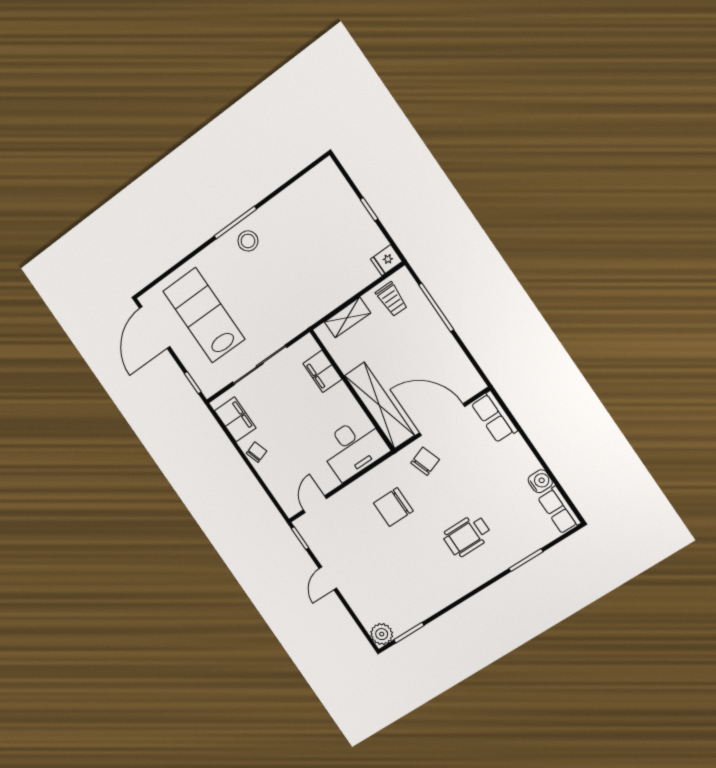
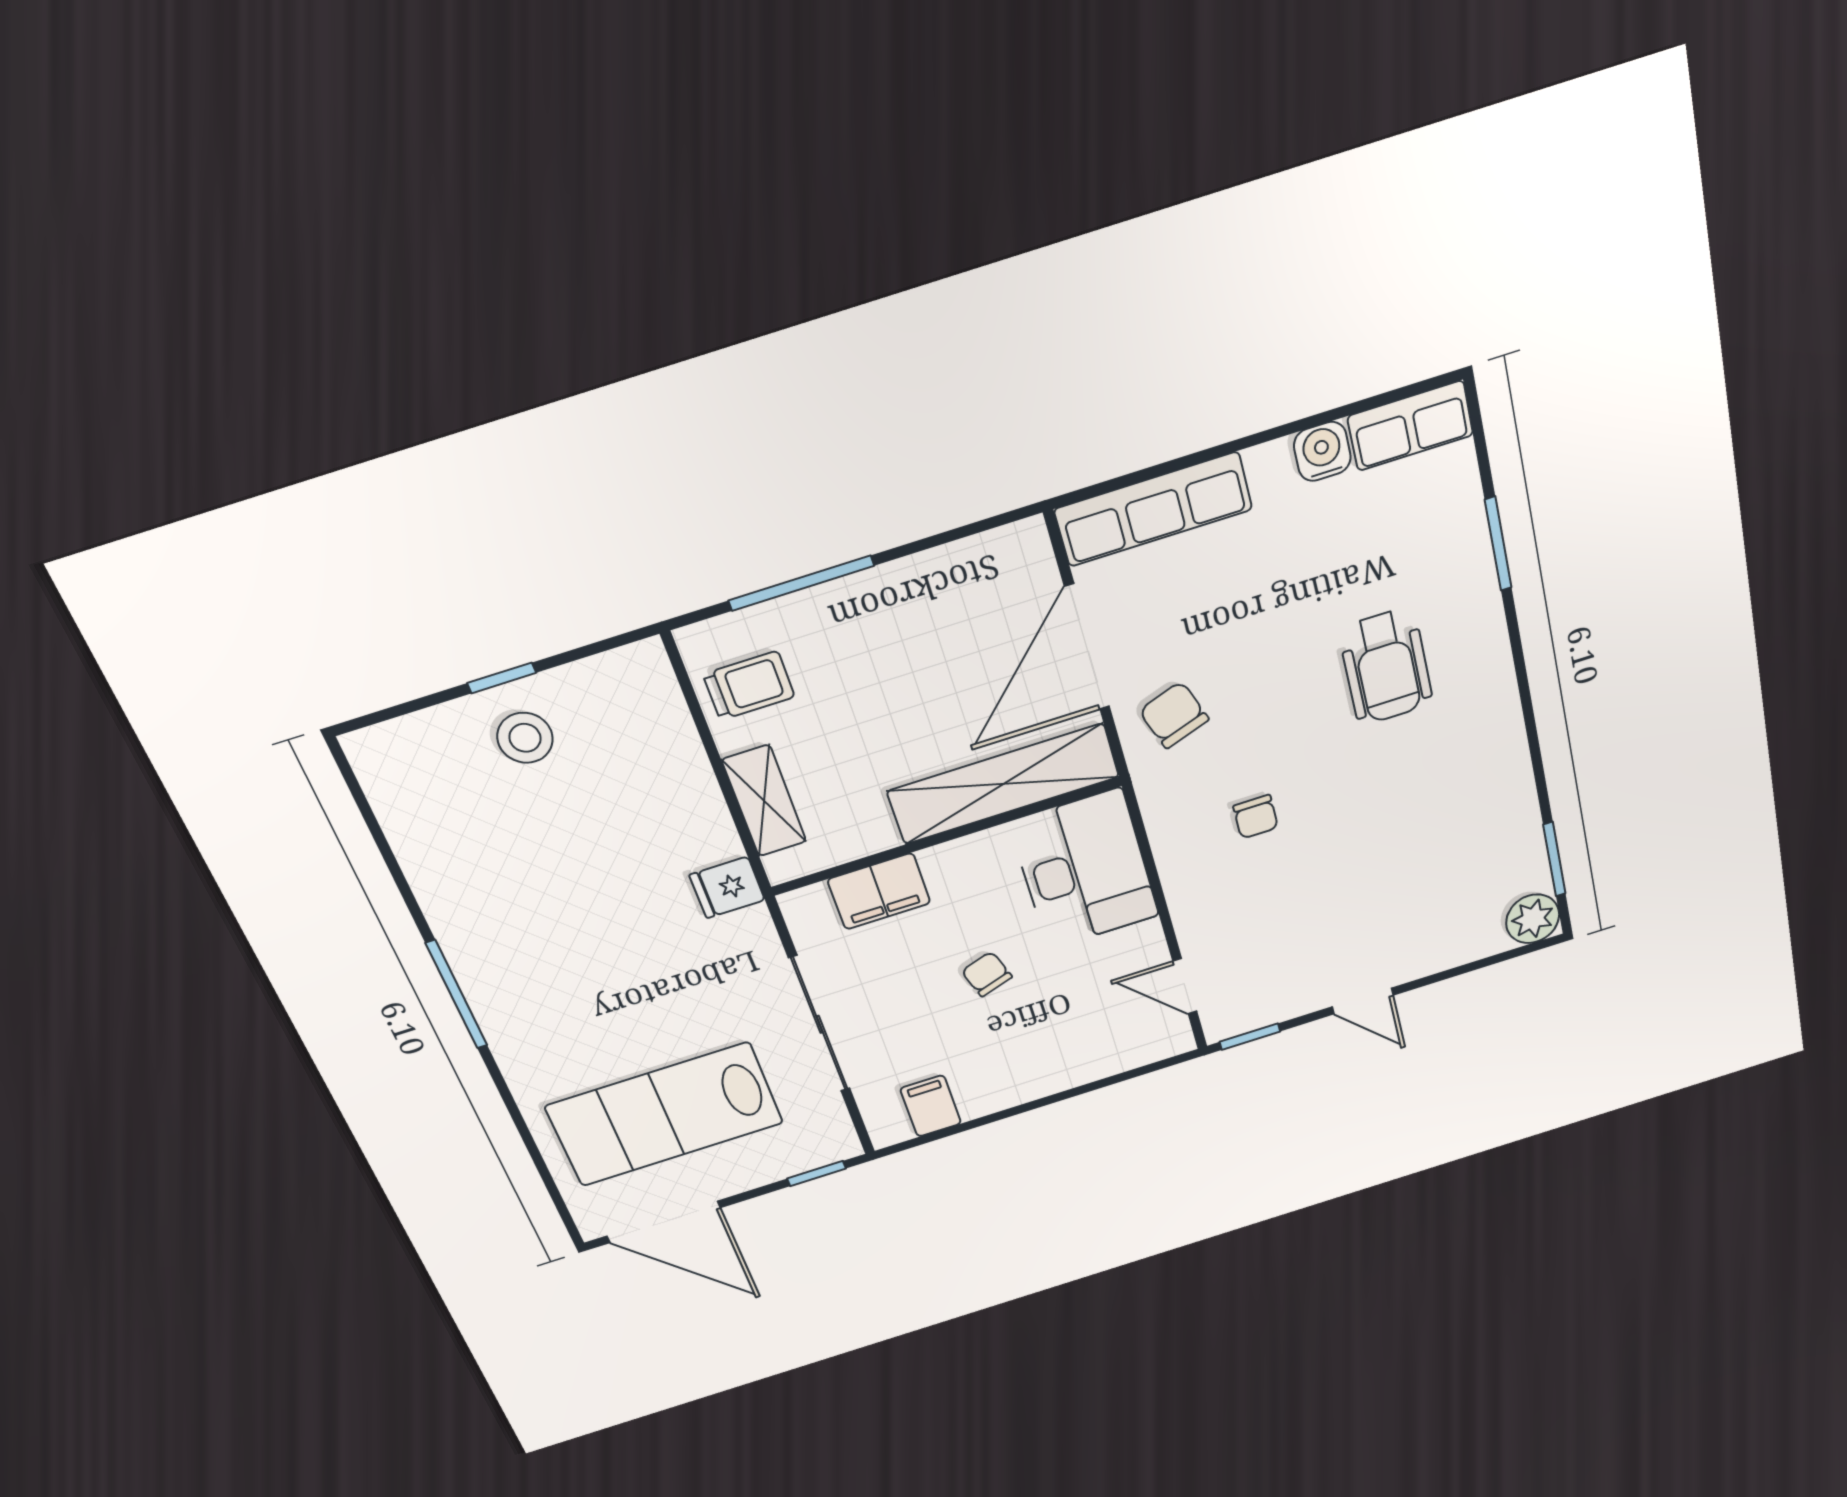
stool: (248, 241) -> (525, 738), moved
fridge: (386, 260) -> (727, 887), moved, turned 90
row of seats: (494, 417) -> (1153, 509), width x1.48
filing cabinet: (235, 419) -> (931, 1106), width x0.50
chair: (257, 452) -> (987, 974), moved
chair: (393, 507) -> (1256, 817), width x0.54, depth x0.54

